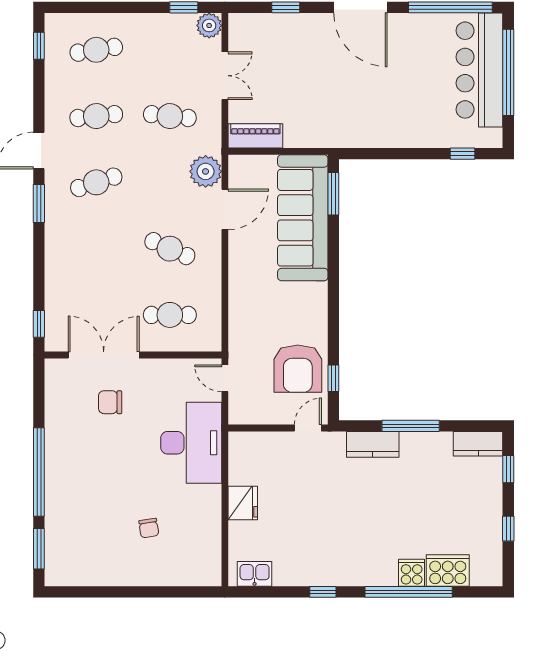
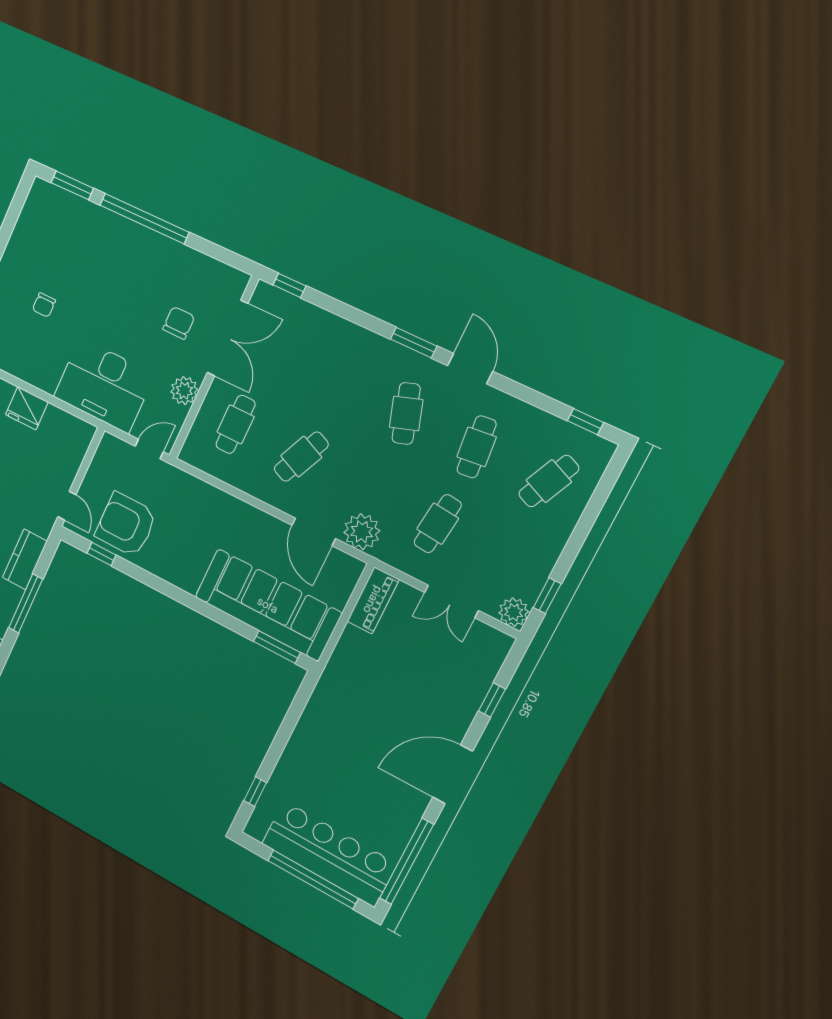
cafe table: (96, 50) -> (549, 481), turned 33
plant: (163, 371) -> (184, 391), added
chair: (149, 528) -> (44, 305), turned -81

